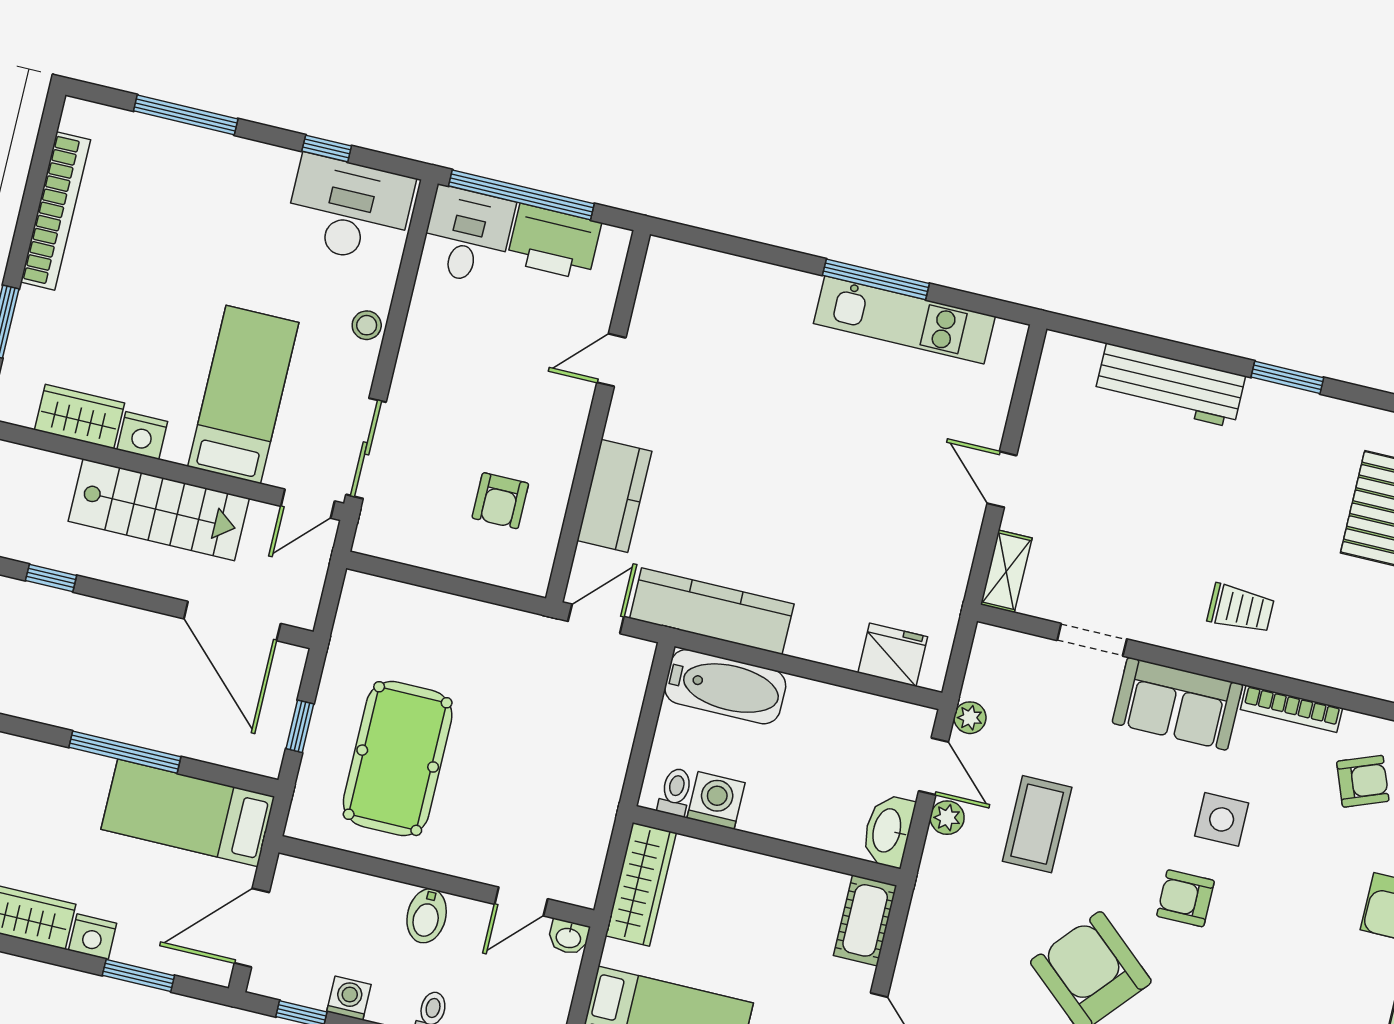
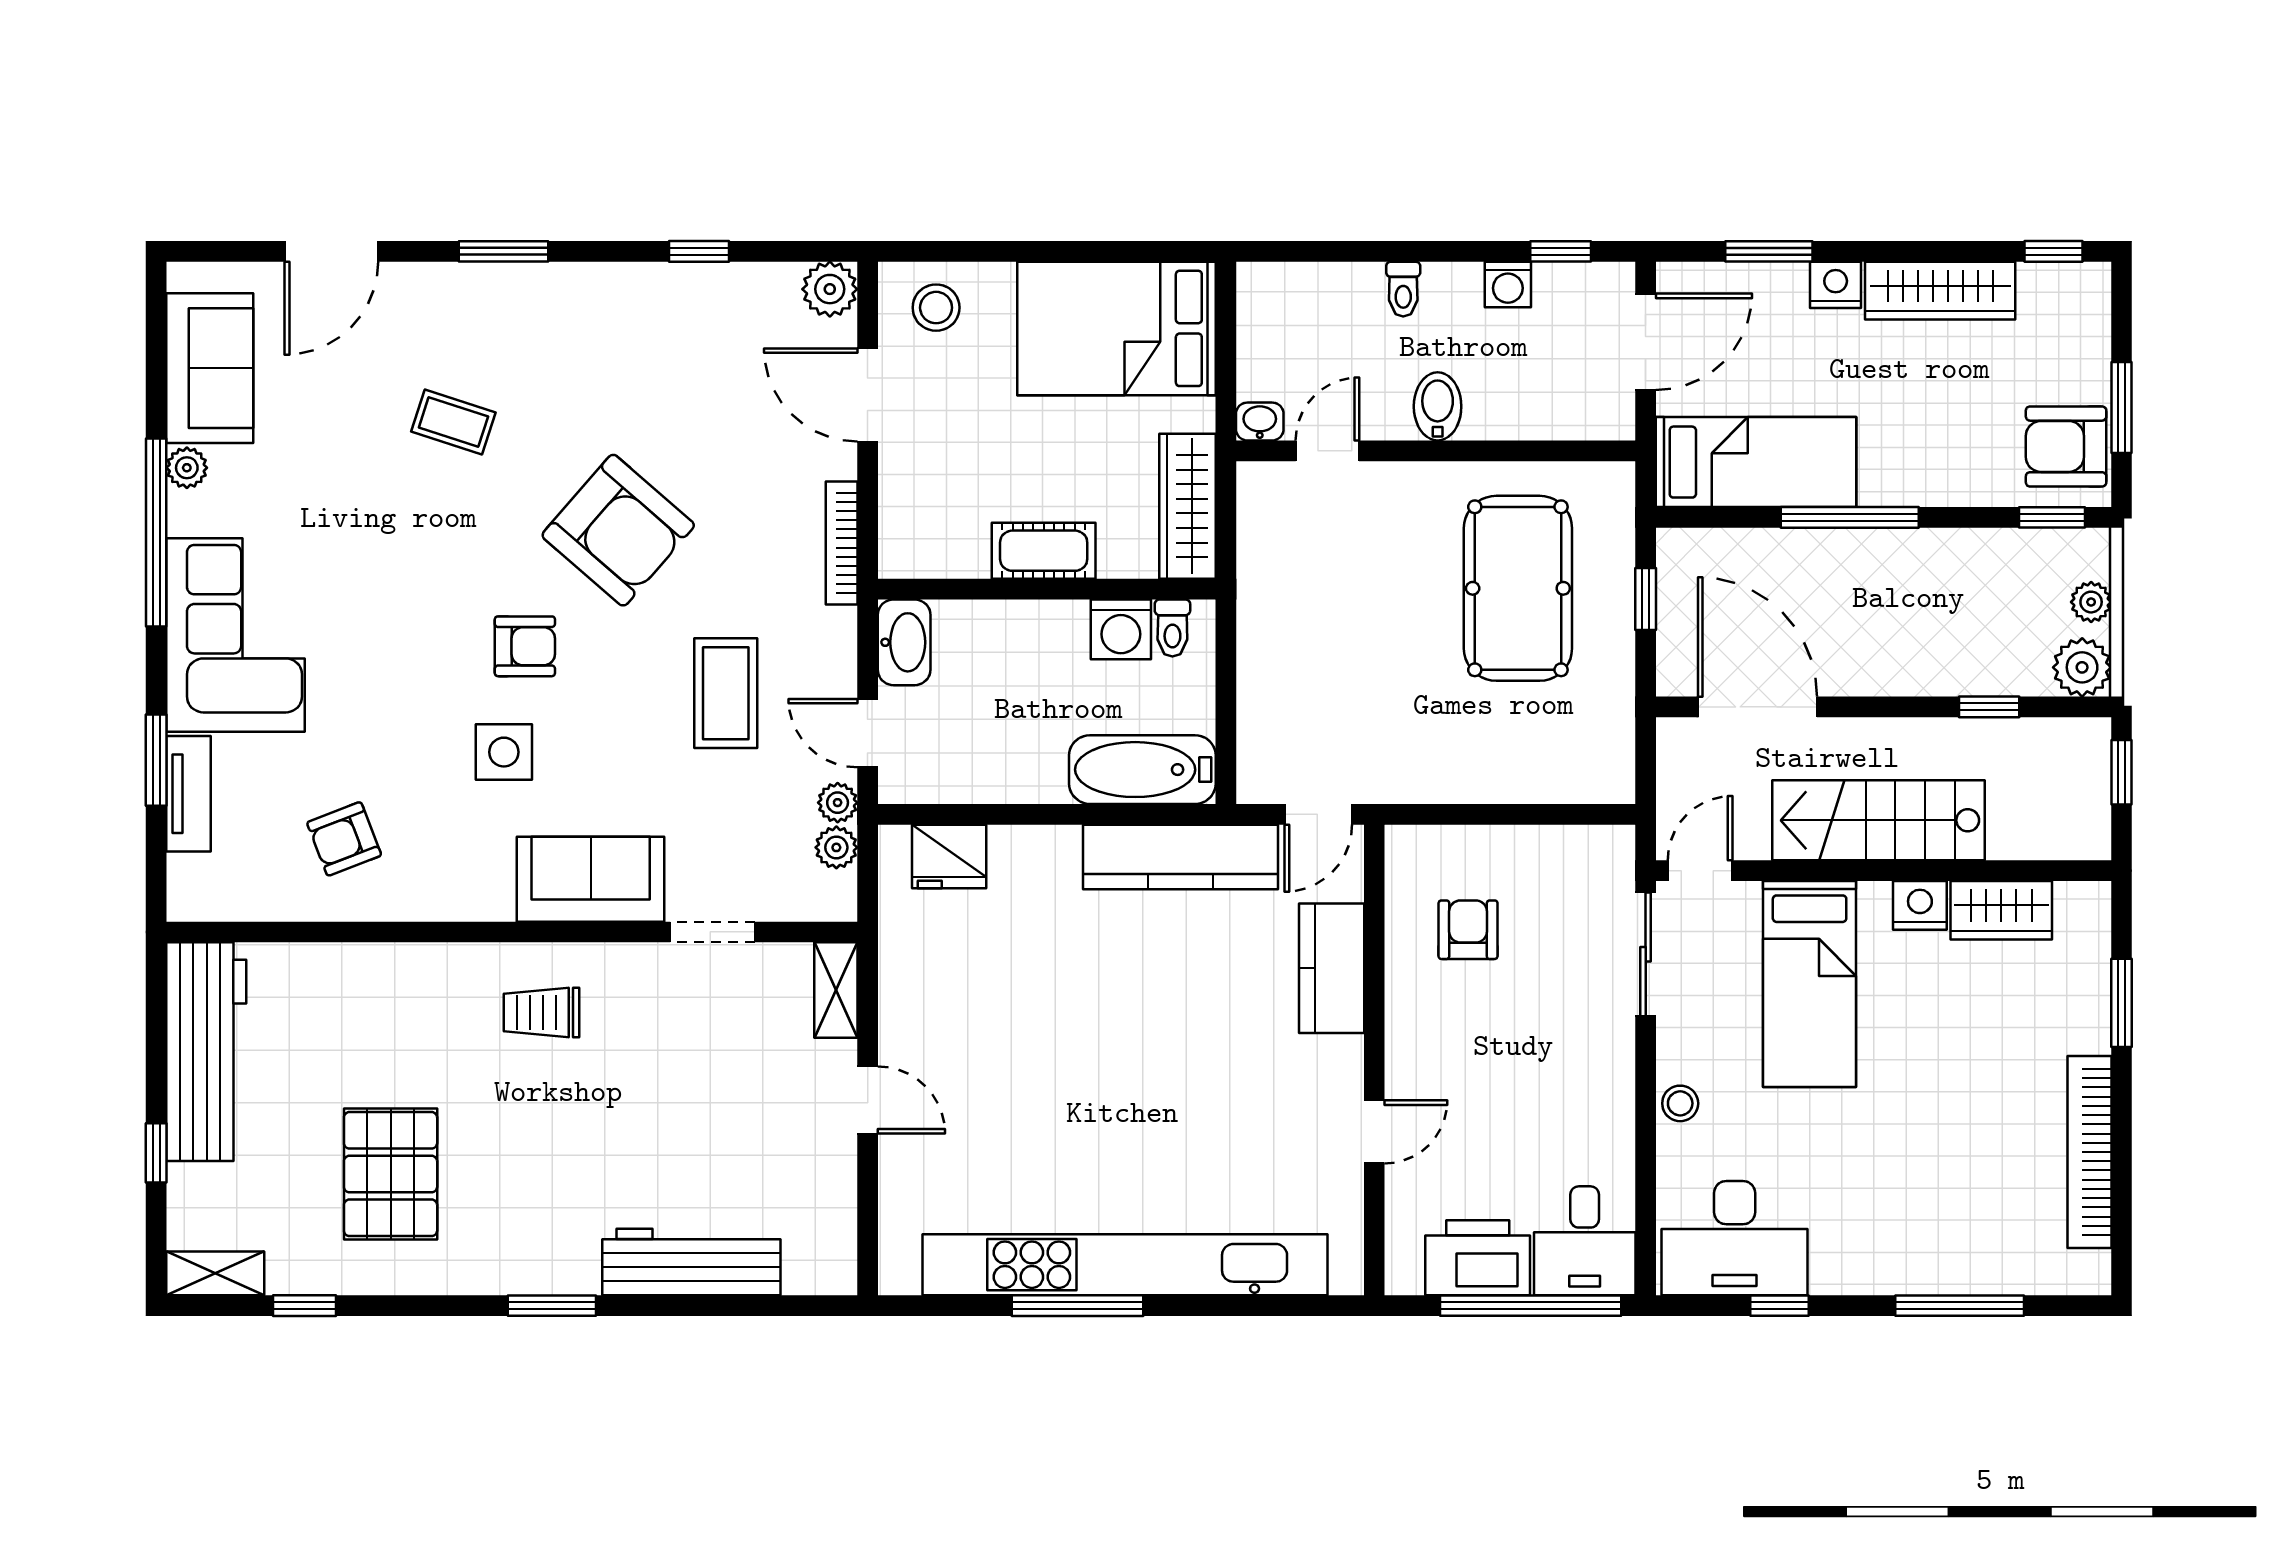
kitchen unit: (904, 320) -> (1125, 1265), width x1.86
bookcase: (1291, 709) -> (842, 543), moved, turned -90
plant: (947, 818) -> (836, 847), moved
cot: (865, 920) -> (1044, 551), moved, turned 90

